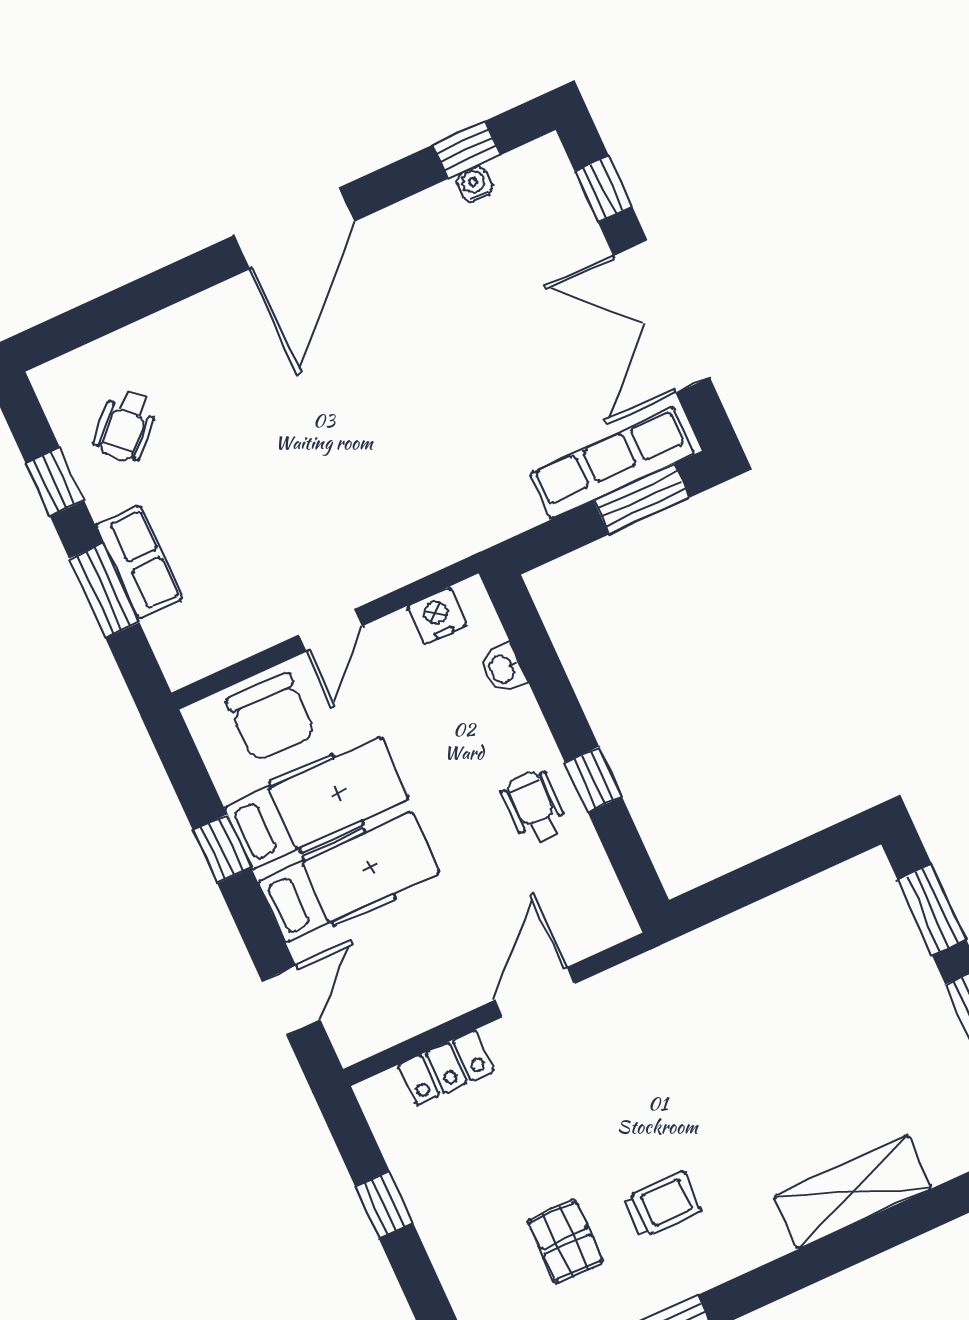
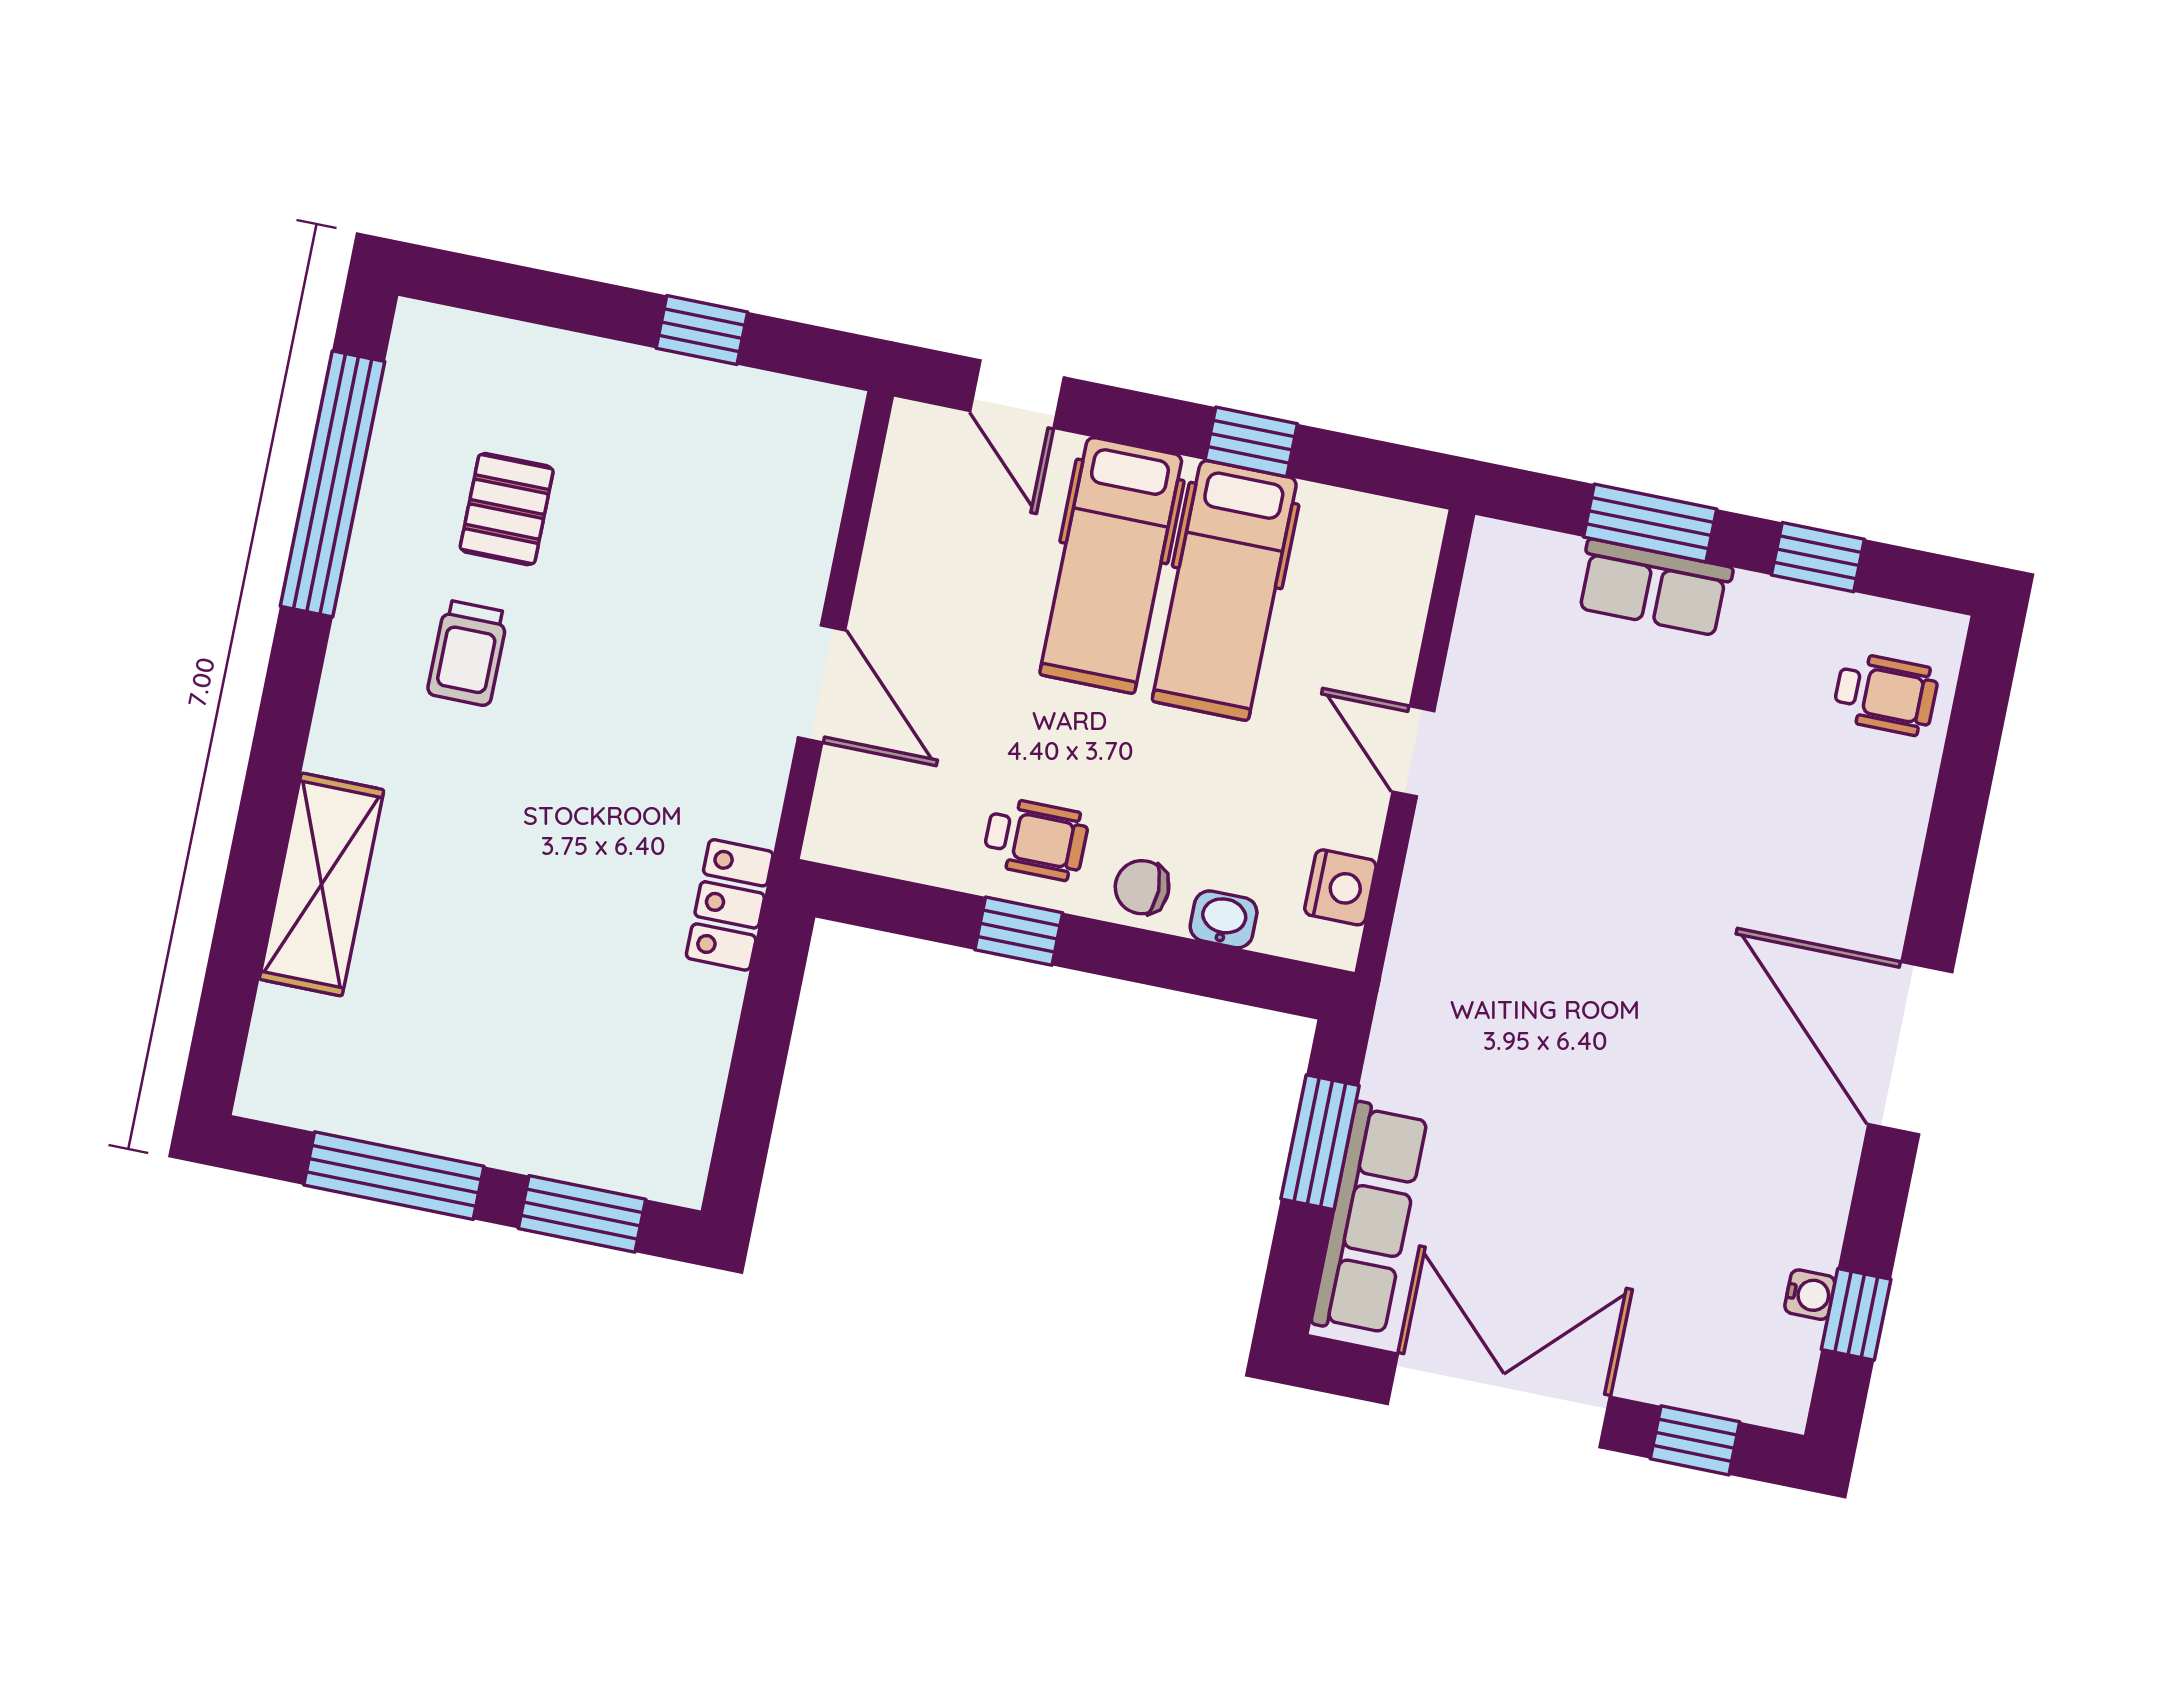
wheelchair: (126, 426) -> (1886, 694), moved, turned 135
window: (642, 499) -> (1320, 1142), moved
chair: (271, 717) -> (1142, 887), moved, width x0.54, depth x0.54
locker: (446, 1068) -> (730, 905), moved
pallet: (565, 1241) -> (507, 509), turned 90

